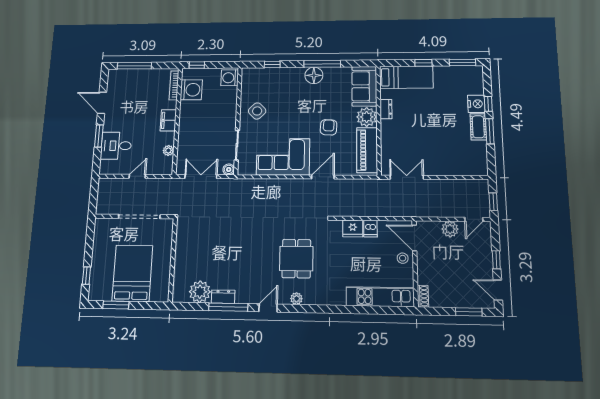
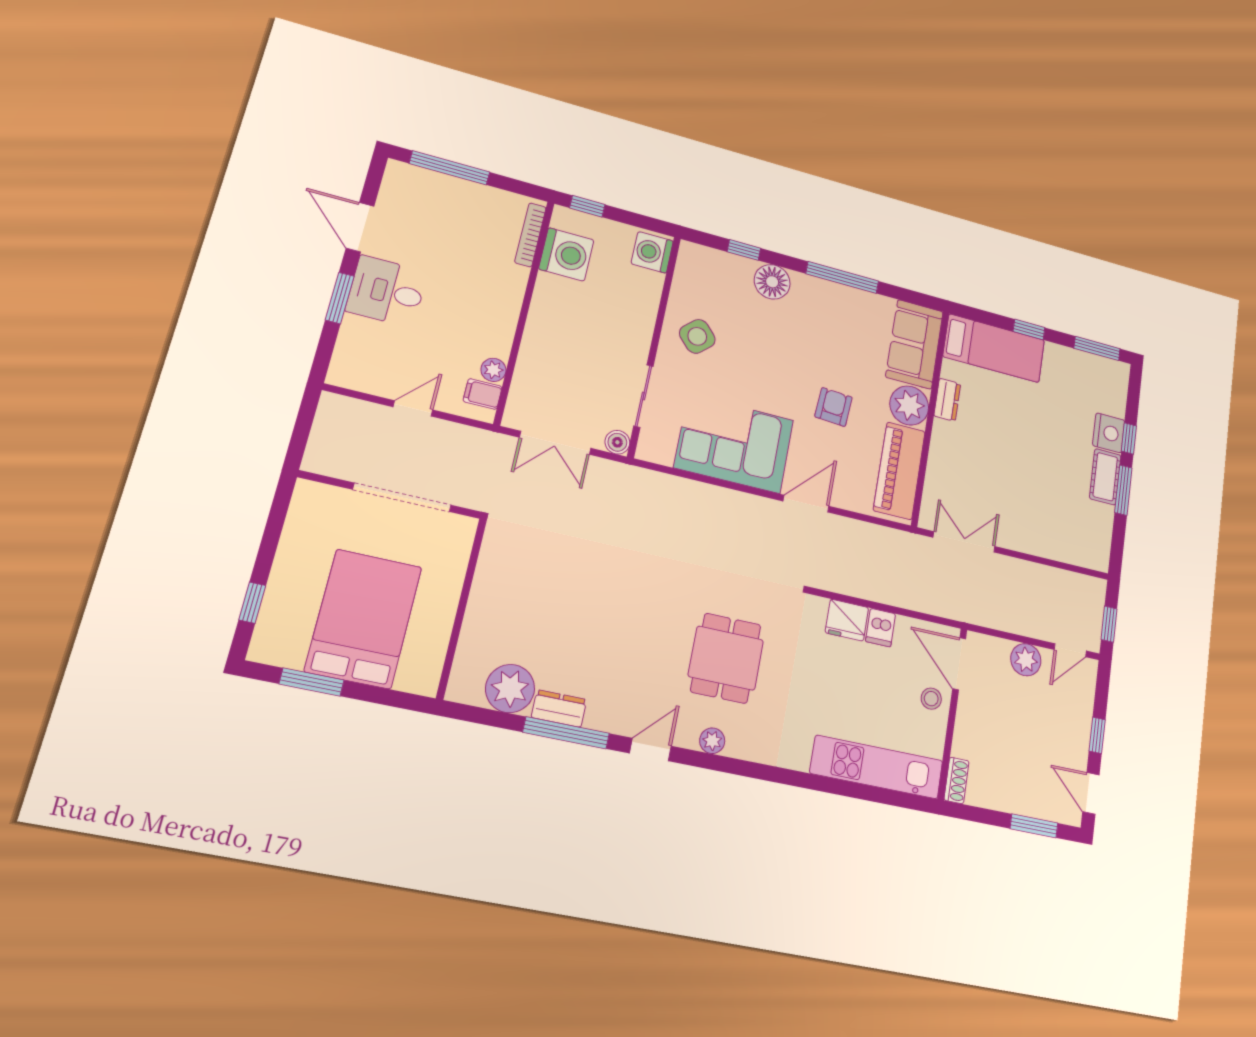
floor lamp: (314, 75) -> (772, 282), moved
filing cabinet: (168, 120) -> (483, 394), moved, width x0.50
desk: (116, 146) -> (387, 291), moved
double door: (201, 177) -> (555, 443), swing flipped

